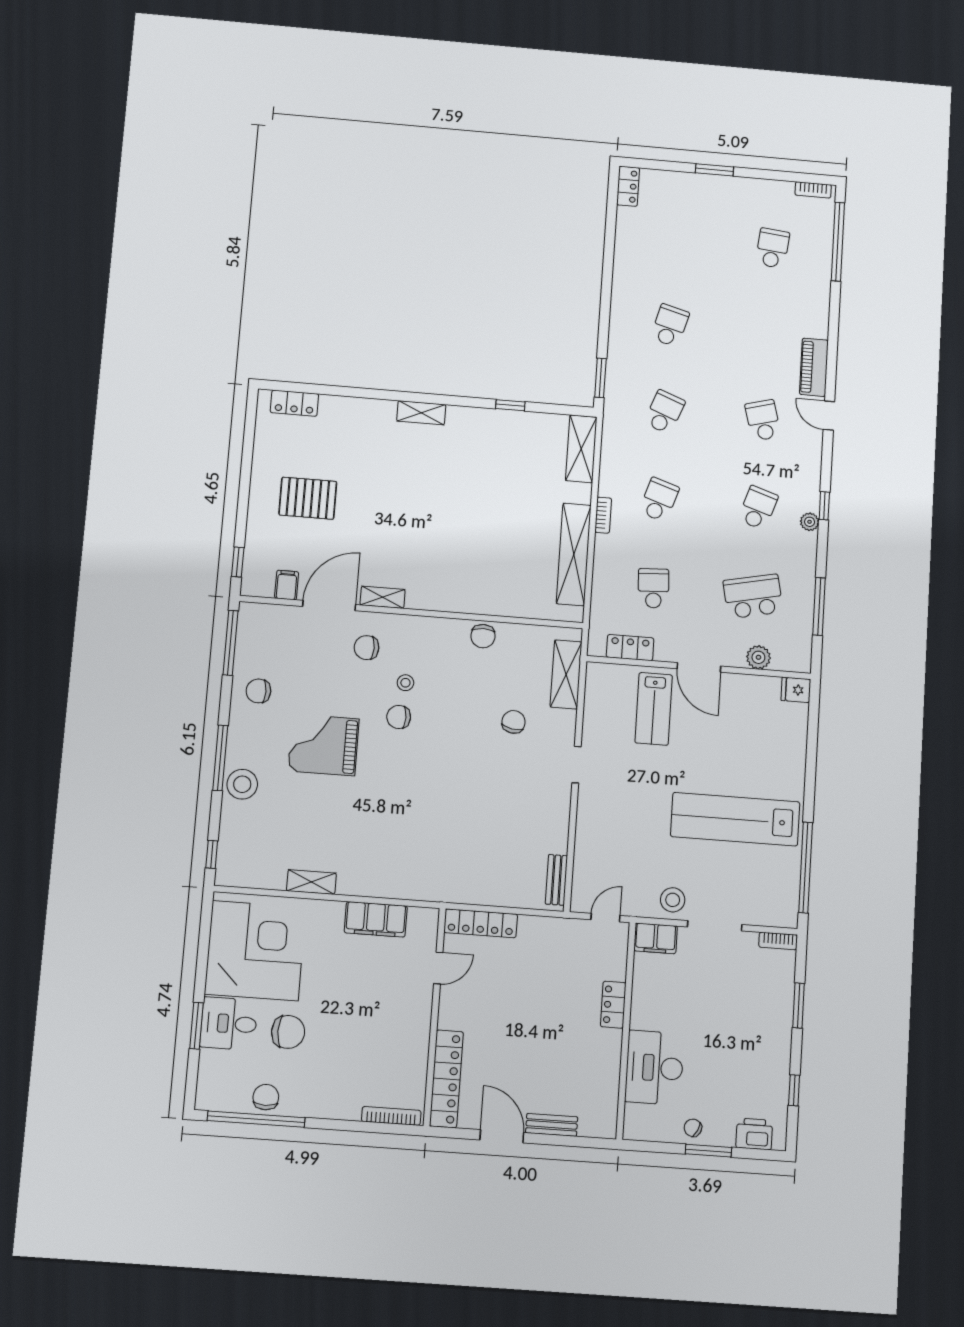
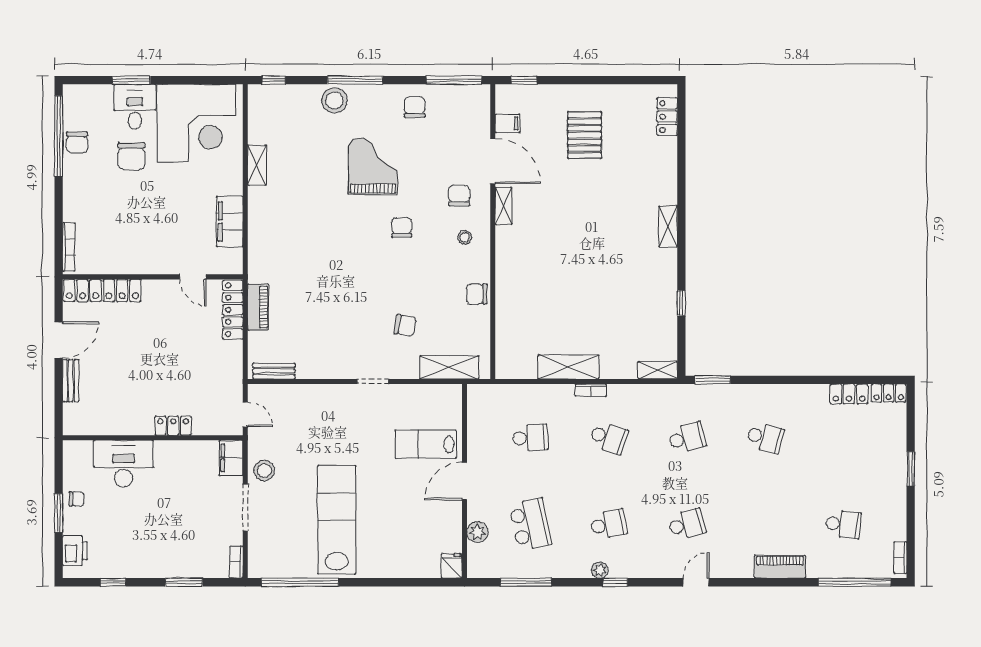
piano: (814, 367) -> (780, 567), moved
school desk: (664, 412) -> (687, 438), turned -36
shelving: (581, 449) -> (658, 370), width x0.67, depth x0.75
school desk: (758, 508) -> (609, 524), turned -30
shelving: (574, 554) -> (568, 367), width x0.68
locker: (630, 648) -> (849, 394), moved, turned 90
stool: (405, 683) -> (465, 237), moved
piano: (480, 893) -> (258, 307), added
chair: (266, 1097) -> (77, 142), turned 90
chair: (693, 1128) -> (76, 499), turned 63

